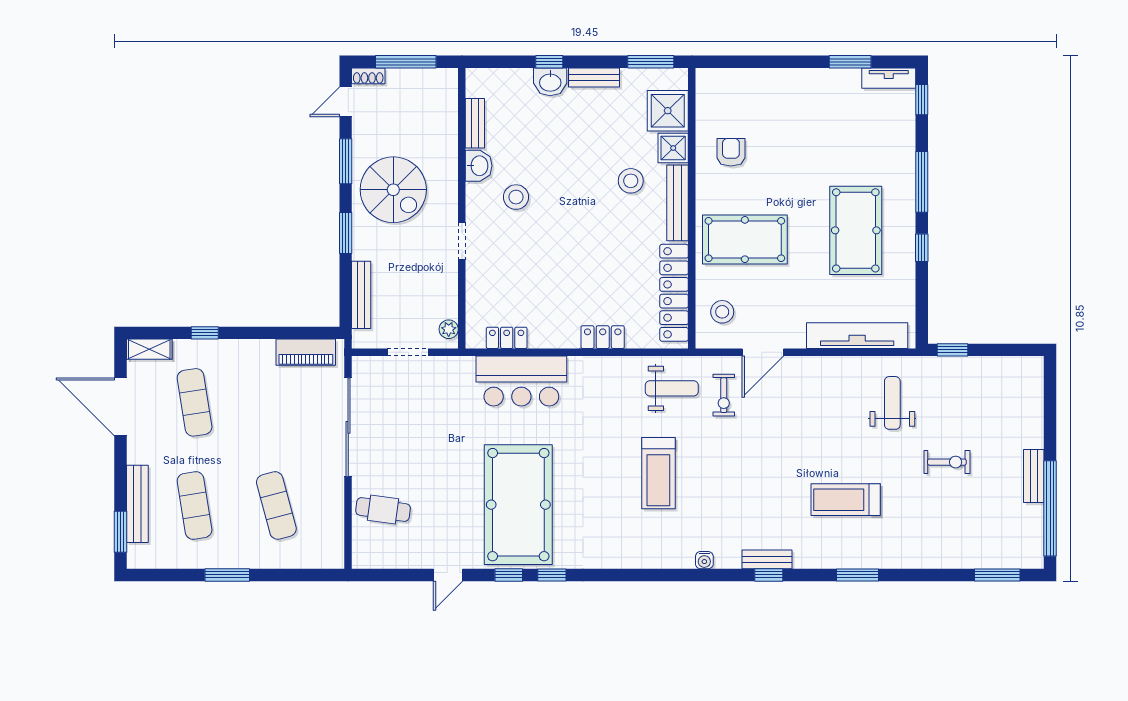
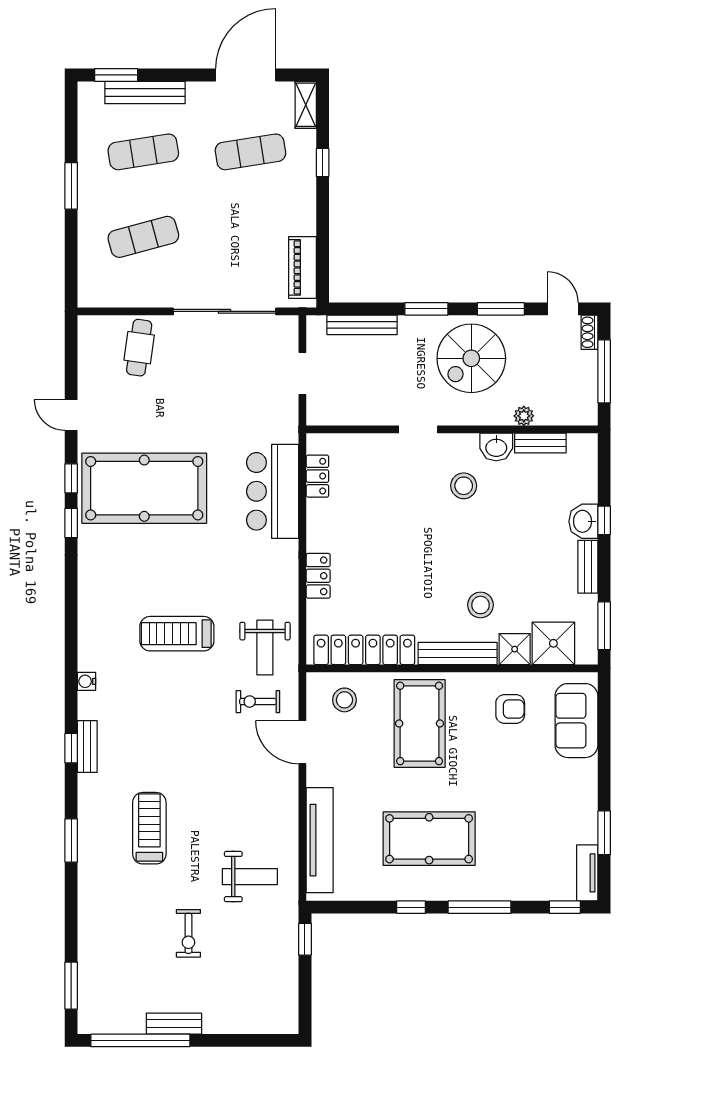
sofa: (742, 88) -> (576, 721), added
plant: (449, 329) -> (524, 416), moved

